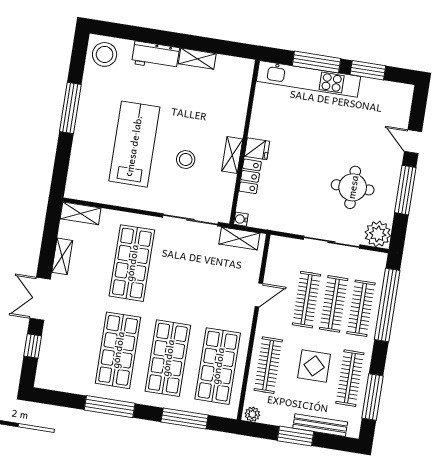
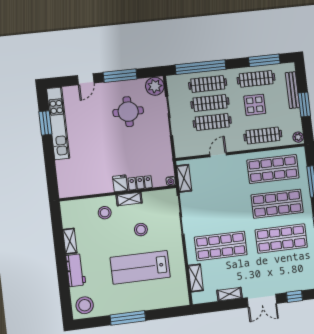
window: (317, 62) -> (50, 159), removed
kitchen unit: (308, 79) -> (58, 123), moved
stool: (223, 117) -> (105, 213), added
shelving: (81, 213) -> (196, 278), moved
door: (259, 295) -> (218, 155), hinge flipped

